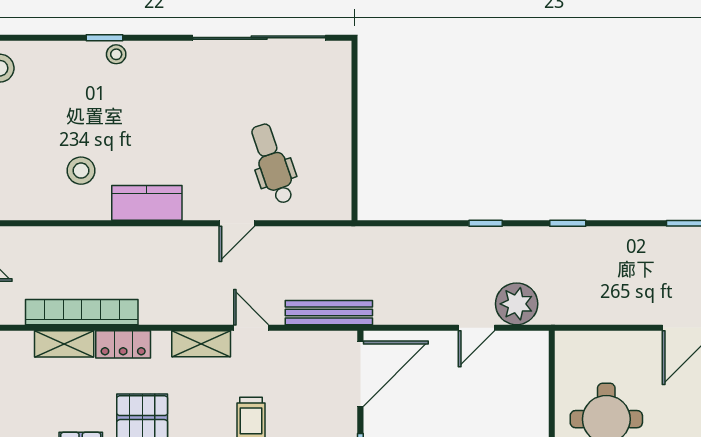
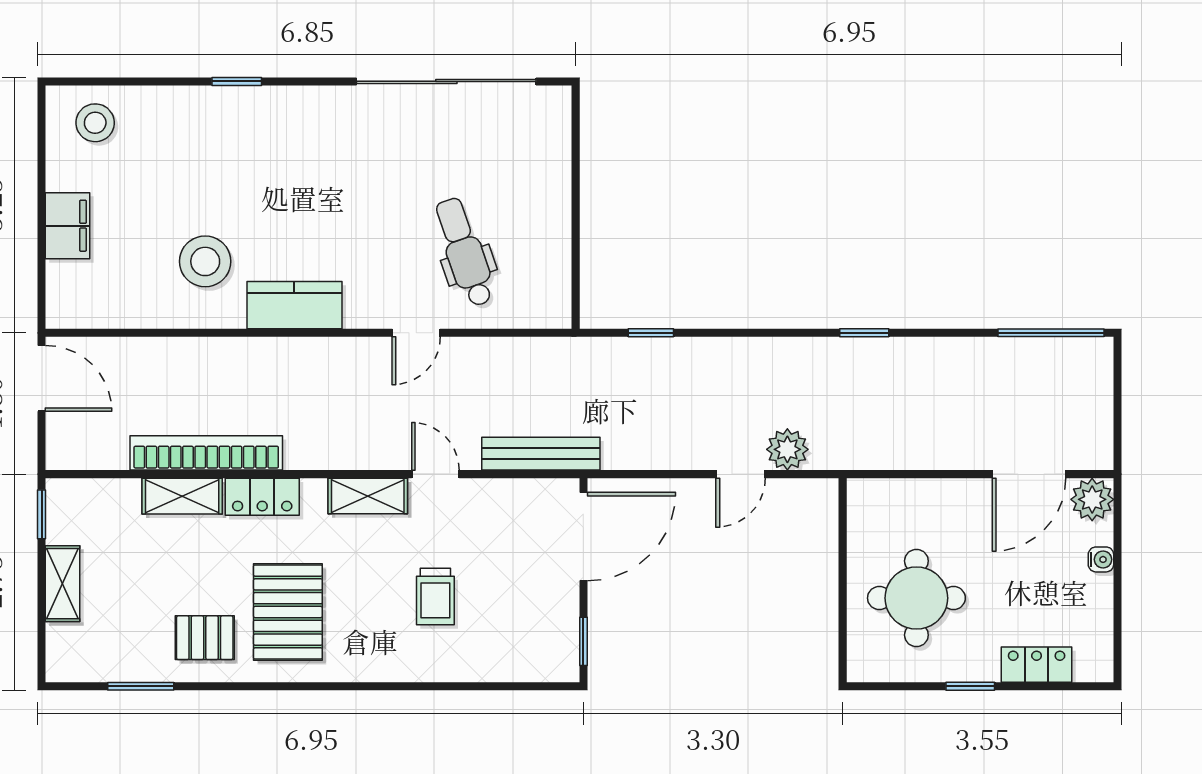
stool: (116, 54) -> (253, 104), removed
stool: (81, 171) -> (205, 261), width x1.38, depth x1.38
window: (486, 223) -> (651, 333), moved
plant: (517, 304) -> (787, 449), width x0.73, depth x0.73

